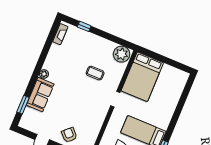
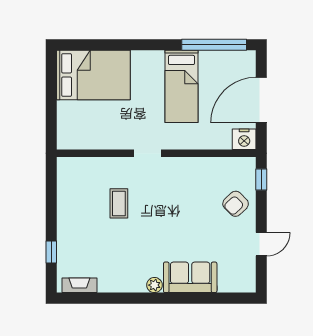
plant: (122, 54) -> (71, 173), removed
bed: (142, 77) -> (93, 75), moved
window: (23, 105) -> (218, 298), removed

